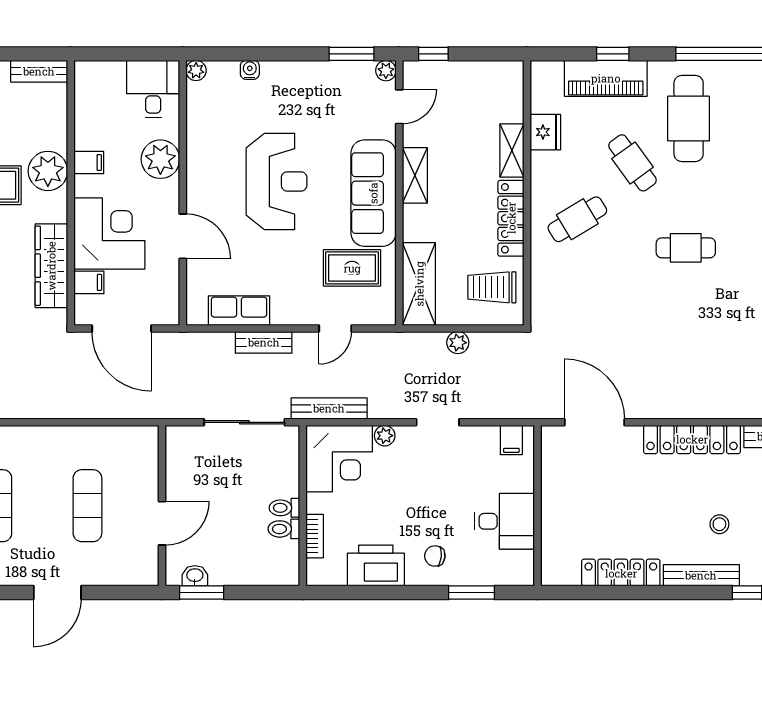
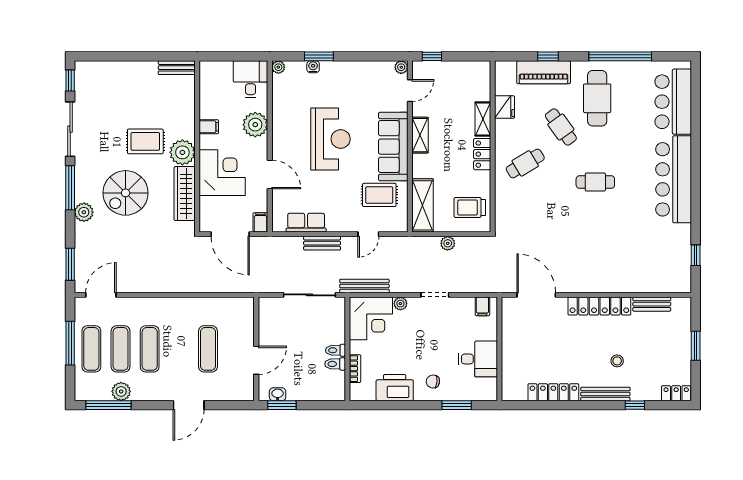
window: (351, 54) -> (319, 56), moved
plant: (48, 171) -> (182, 152), moved
locker: (511, 218) -> (482, 154), width x0.66
filing cabinet: (89, 282) -> (260, 222), moved, turned -90

